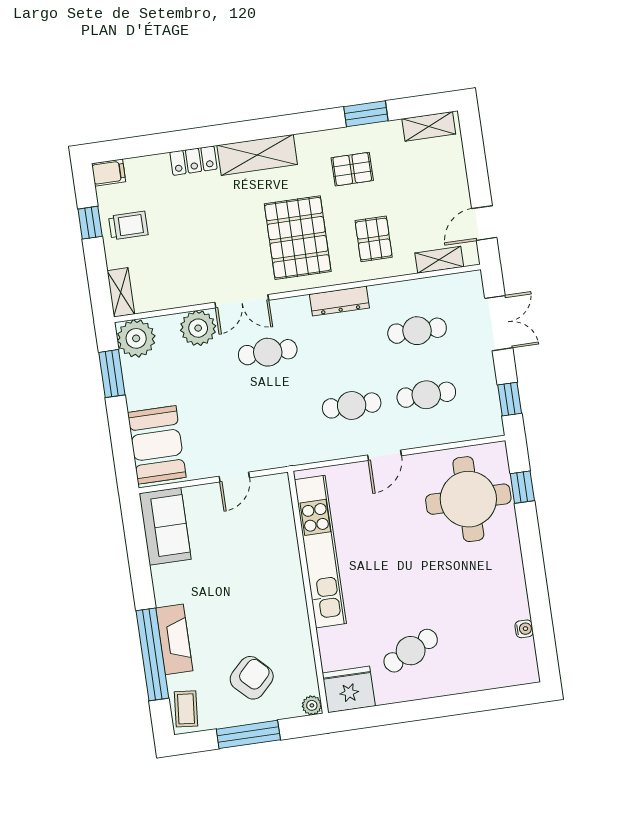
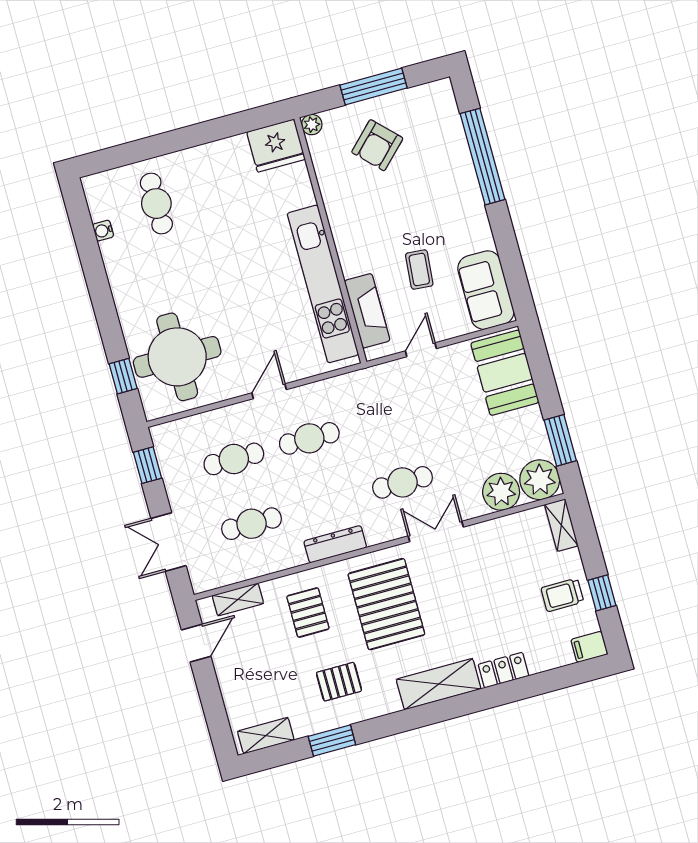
plant: (198, 328) -> (501, 492), moved
fireplace: (174, 639) -> (367, 311), moved, turned 180
cafe table: (411, 651) -> (156, 204), moved, turned -64
coffee table: (186, 709) -> (419, 270), moved

